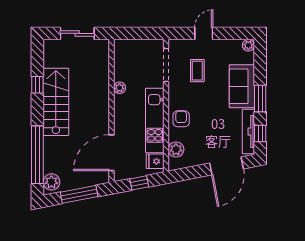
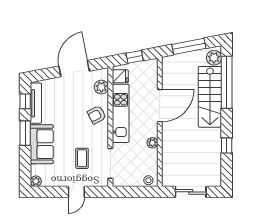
stool: (124, 46) -> (148, 180), added
stairs: (56, 102) -> (210, 97), moved
armchair: (181, 119) -> (97, 115), turned 62
door: (111, 153) -> (160, 106), moved
door: (226, 166) -> (74, 69), moved

